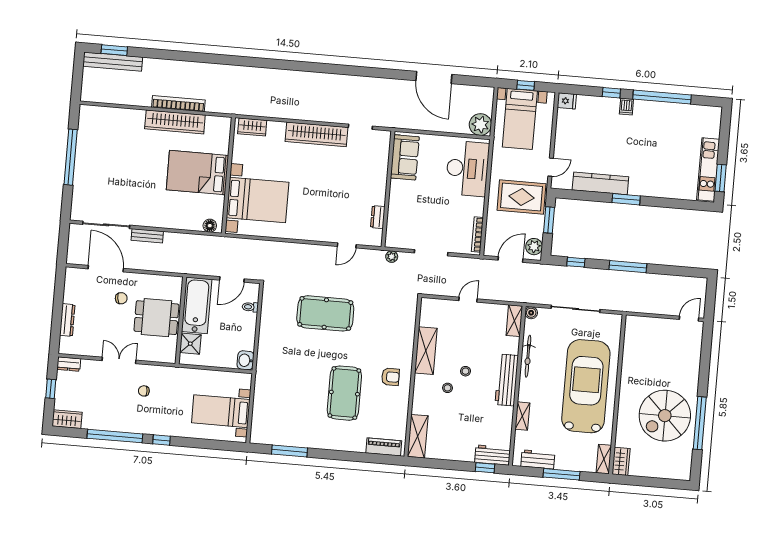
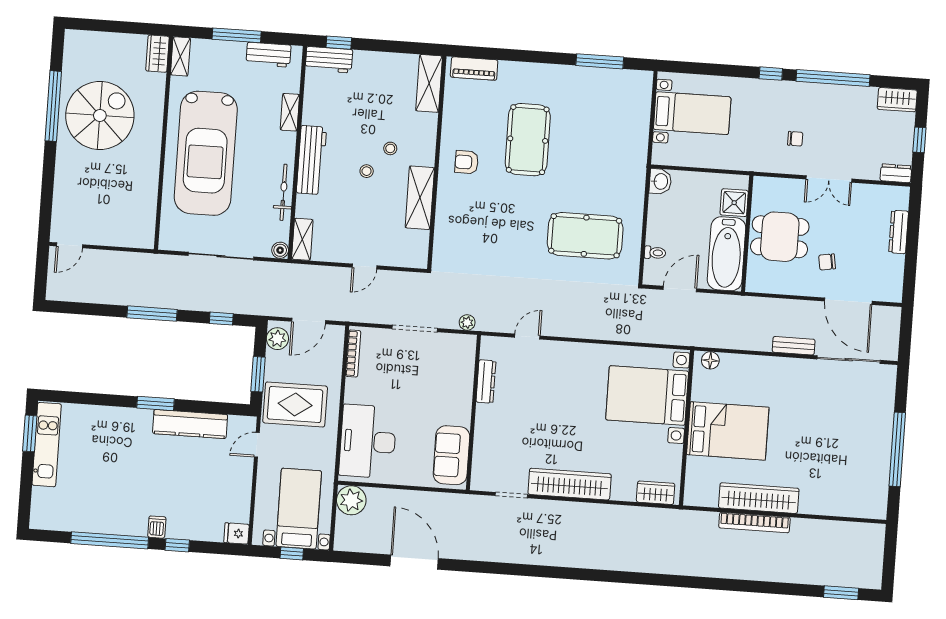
bench: (113, 62) -> (843, 577), removed
dresser: (378, 217) -> (486, 381), width x1.44
pool table: (325, 313) -> (585, 236), moved

